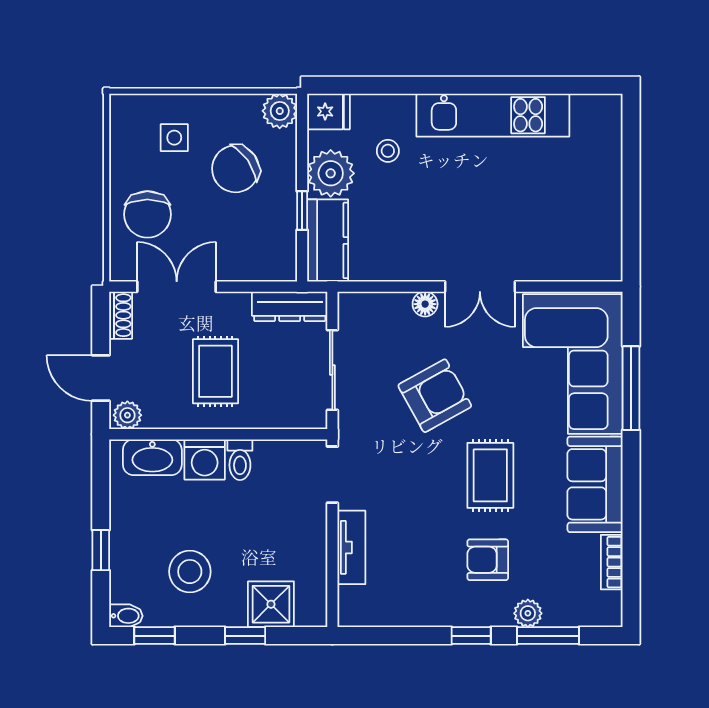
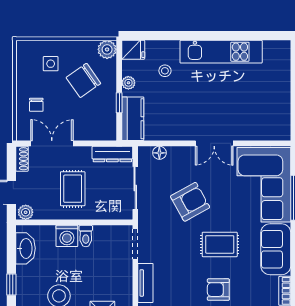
plant: (331, 173) -> (128, 83), width x0.53, depth x0.53
chair: (147, 214) -> (36, 105), width x0.54, depth x0.54
floor lamp: (425, 304) -> (159, 153), moved
washbasin: (152, 457) -> (25, 248), moved, turned -90
rug: (490, 475) -> (220, 244), turned 90

